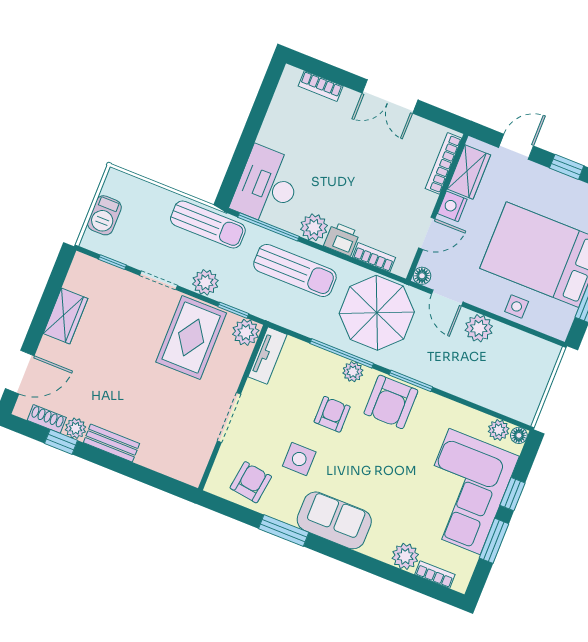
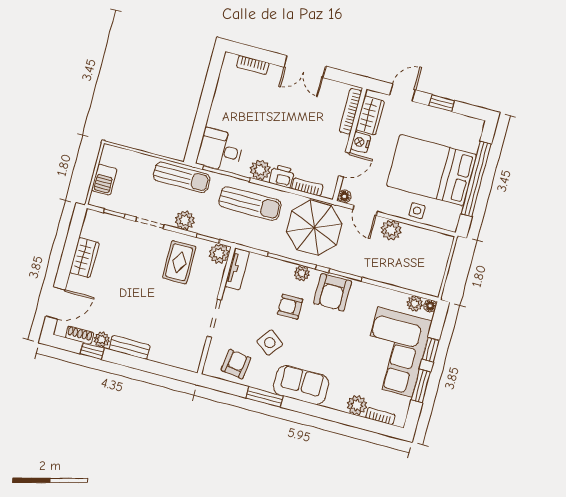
desk: (267, 186) -> (220, 150), width x0.73
rug: (191, 337) -> (179, 262), width x0.73, depth x0.70
armchair: (332, 414) -> (290, 307), turned -90
side table: (299, 459) -> (270, 343), turned 38

